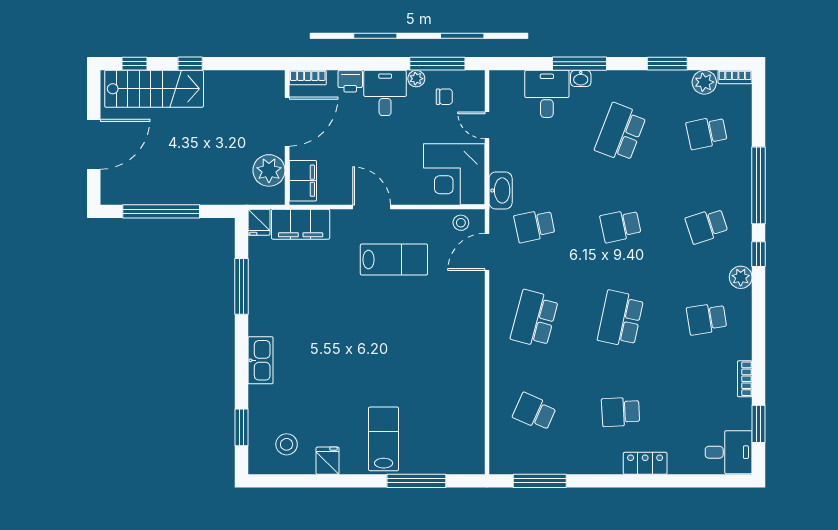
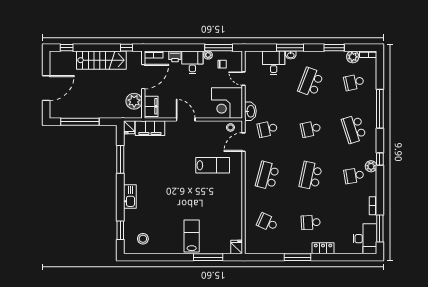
window: (190, 64) -> (127, 48), moved
stairs: (154, 89) -> (101, 60), moved
school desk: (707, 226) -> (354, 129), width x1.85
window: (759, 254) -> (380, 159), moved
lab bench: (394, 260) -> (213, 165), moved
plant: (741, 277) -> (371, 166), moved
window: (759, 424) -> (380, 228), width x1.44
desk: (729, 452) -> (365, 239), width x1.37
fridge: (328, 461) -> (237, 247), moved
window: (540, 481) -> (297, 257), moved

